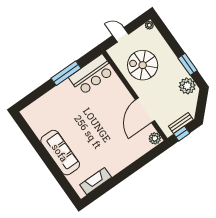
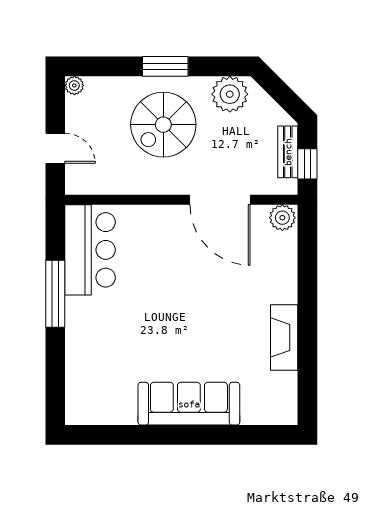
door: (121, 35) -> (55, 148), swing flipped
window: (188, 64) -> (165, 66), moved
spiral stairs: (143, 65) -> (163, 125), moved
fireplace: (96, 181) -> (284, 337), moved

